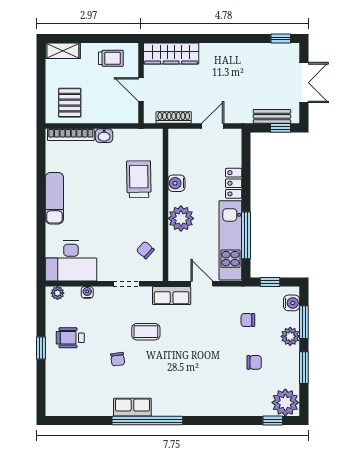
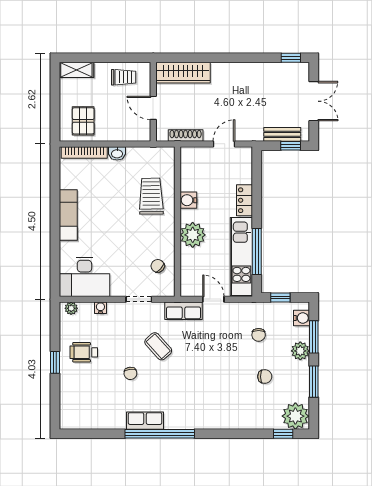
chair: (248, 320) -> (259, 335), turned -90
coffee table: (146, 332) -> (158, 346), turned 48

